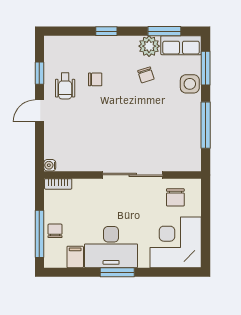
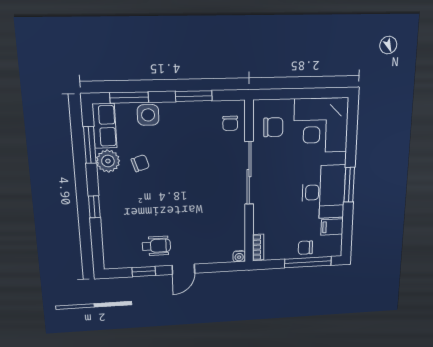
chair: (95, 79) -> (230, 123), moved, turned 180
door: (39, 111) -> (183, 269), hinge flipped
window: (206, 125) -> (194, 96), width x0.69

